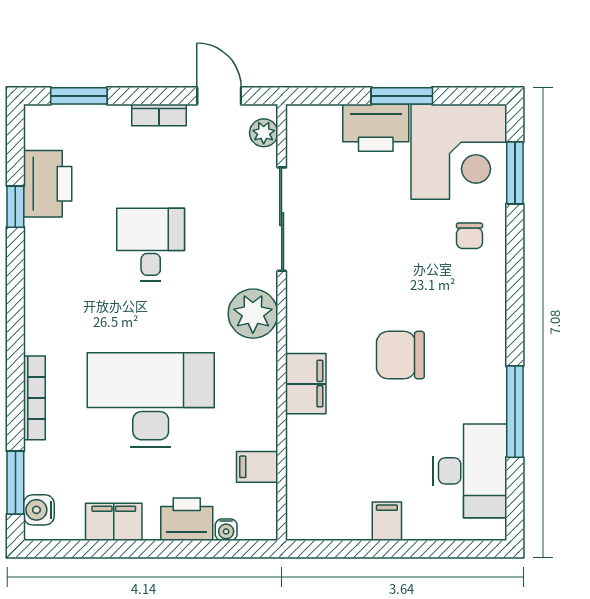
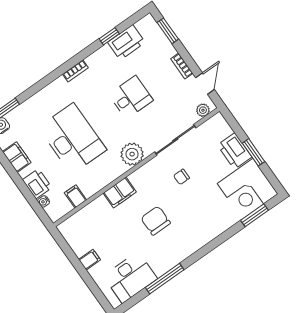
chair: (469, 236) -> (182, 177), moved
bookcase: (34, 398) -> (75, 71), moved, width x0.64

